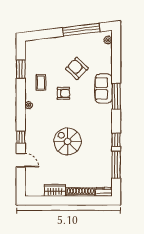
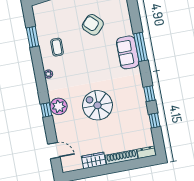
sofa: (104, 89) -> (128, 52), moved
armchair: (63, 93) -> (83, 54), removed
plant: (32, 136) -> (59, 106), added
door: (21, 160) -> (54, 151), moved
window: (116, 165) -> (154, 121), width x0.46

